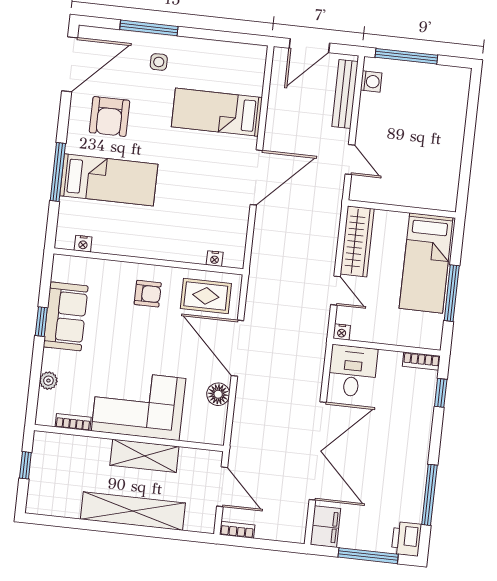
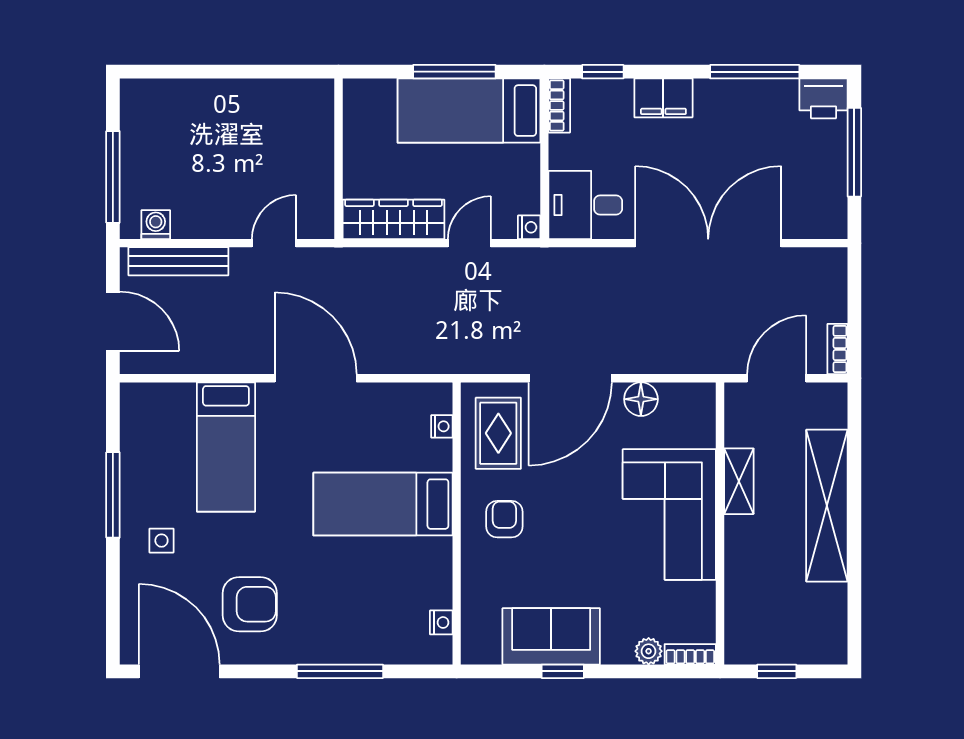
window: (149, 28) -> (113, 495), moved
bed: (109, 180) -> (383, 504), moved, turned -90
bed: (426, 263) -> (469, 111), moved, turned 180
bookcase: (73, 422) -> (690, 654), moved, turned 90
shelving: (144, 456) -> (739, 481), width x0.67, depth x0.75
filing cabinet: (325, 527) -> (663, 98), moved, turned 180

